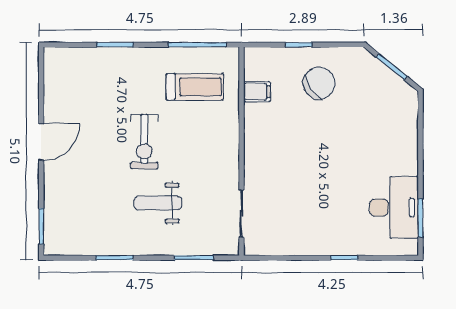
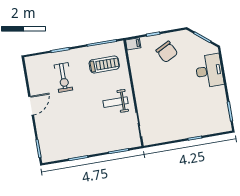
chair: (319, 83) -> (167, 52), turned 98
filing cabinet: (257, 92) -> (133, 44), moved
exercise bike: (144, 142) -> (63, 77), moved
weight bench: (158, 203) -> (115, 102), moved
desk: (394, 208) -> (209, 71), moved

